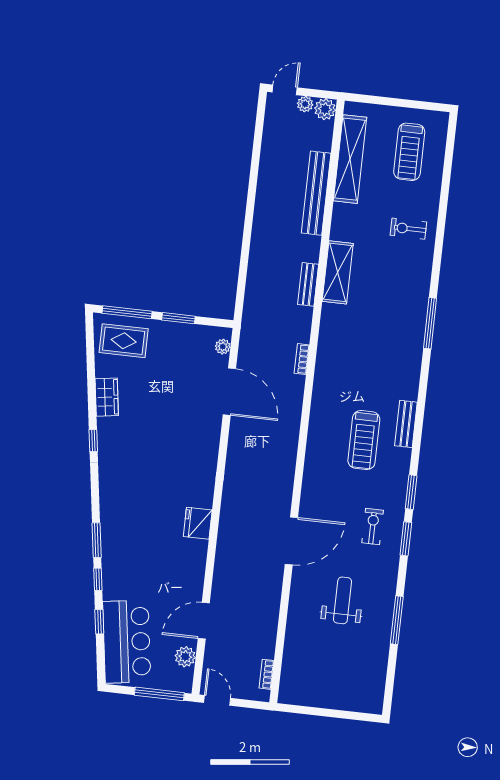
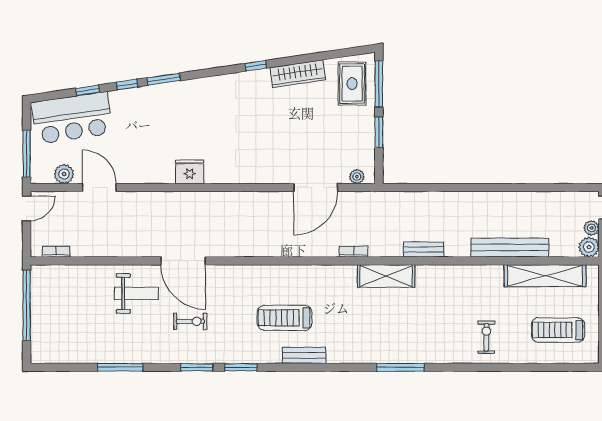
shelving: (338, 272) -> (386, 276), moved
wardrobe: (107, 397) -> (298, 74), width x1.50
exercise bike: (373, 527) -> (190, 321), moved
weight bench: (343, 600) -> (136, 293), moved
window: (320, 712) -> (27, 305), added

